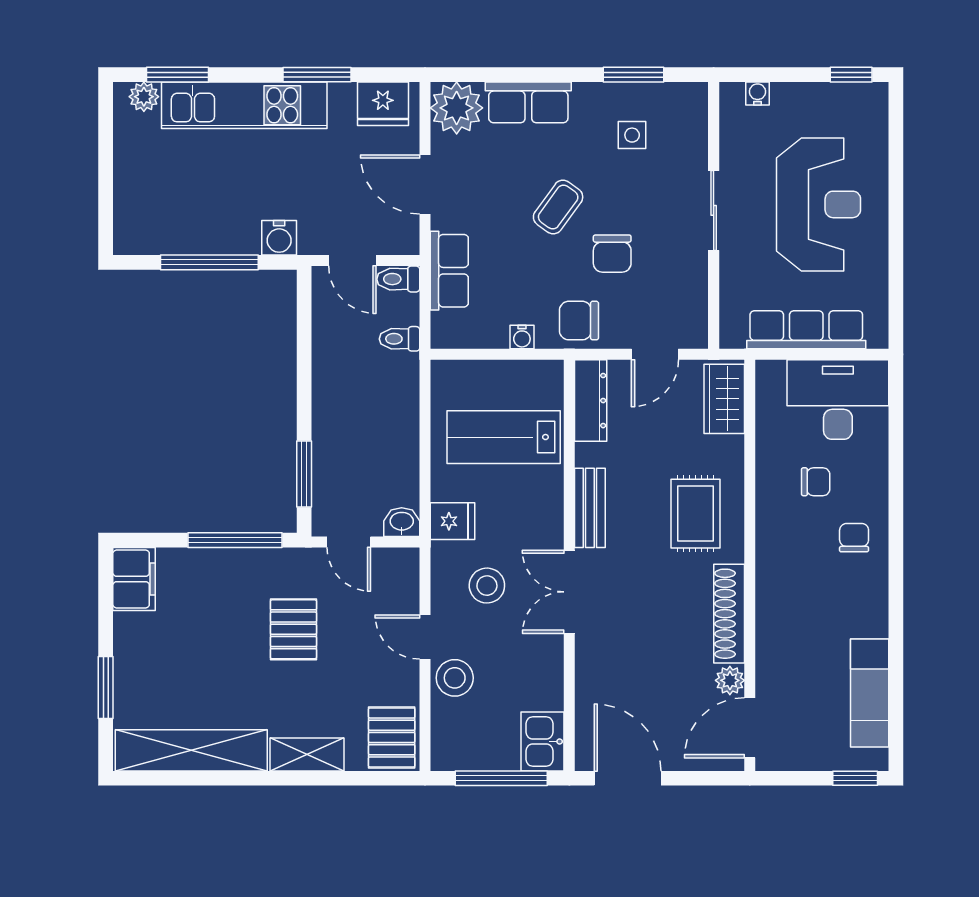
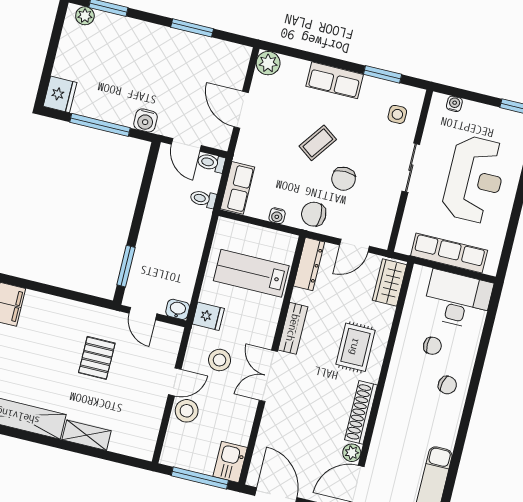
row of seats: (528, 102) -> (335, 80), moved
fridge: (383, 104) -> (60, 94), moved, turned -90
kitchen unit: (244, 105) -> (144, 36), removed
plant: (457, 108) -> (268, 63), width x0.73, depth x0.73
side table: (632, 135) -> (397, 114), moved
row of seats: (449, 271) -> (238, 188), moved
chair: (854, 538) -> (447, 385), turned 104
window: (235, 540) -> (75, 296), removed
door: (425, 637) -> (175, 382), swing flipped
pallet: (392, 737) -> (140, 437), removed

